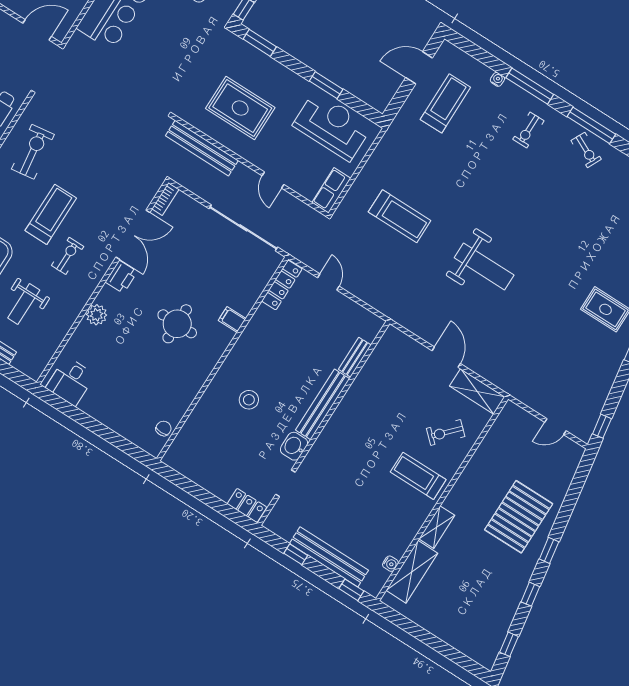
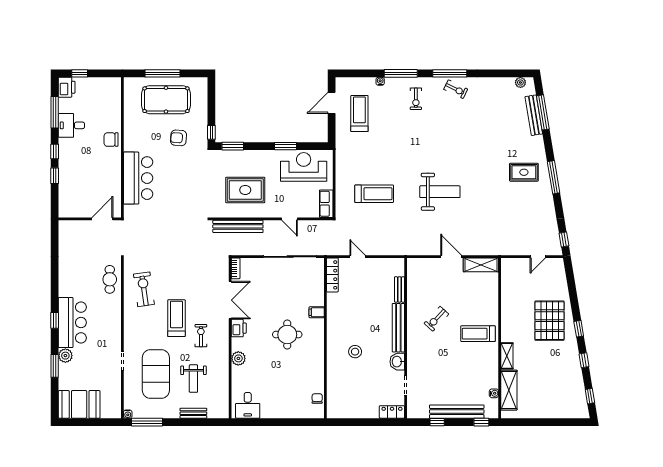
exercise bike: (446, 432) -> (436, 319), moved

